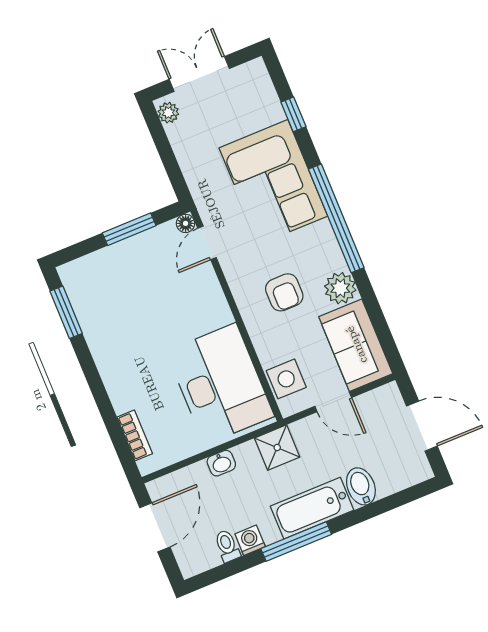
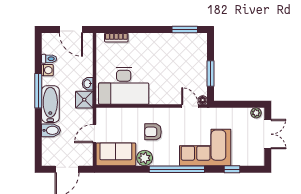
side table: (286, 379) -> (114, 117), removed
washbasin: (221, 463) -> (88, 84), moved

